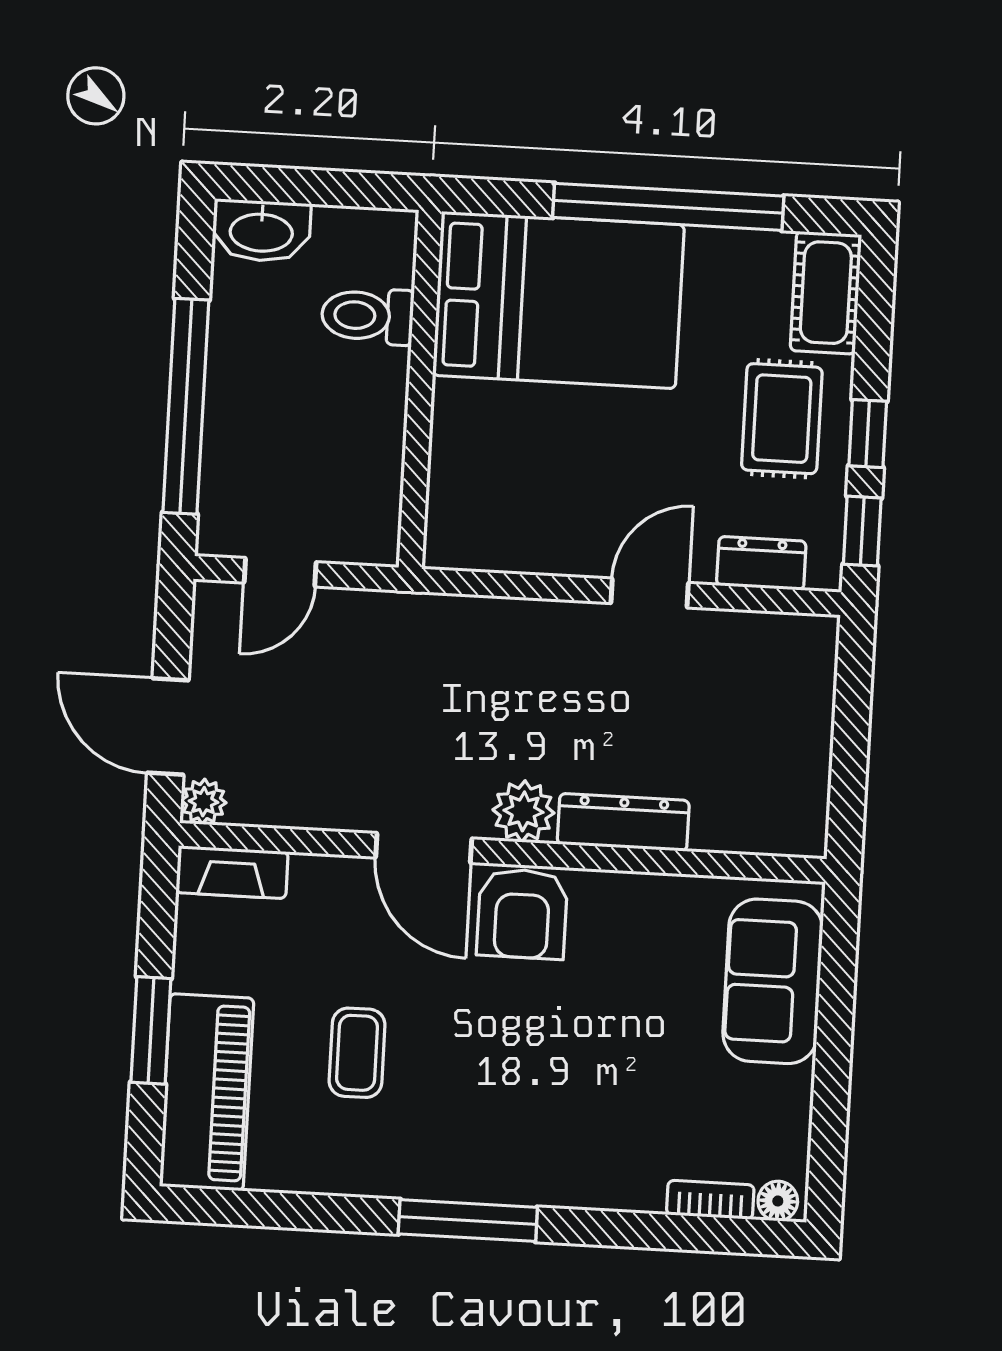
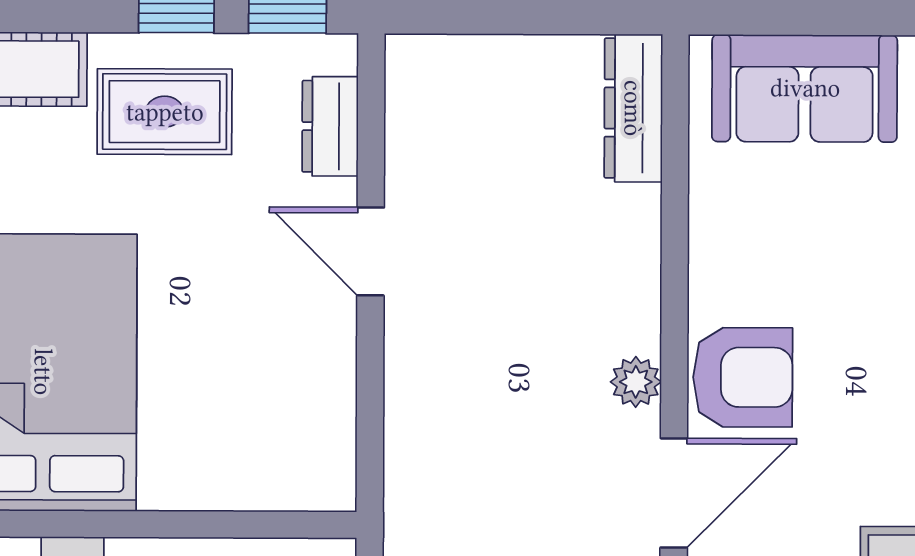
plant: (523, 811) -> (636, 382), width x0.73, depth x0.73
dresser: (623, 822) -> (633, 108), moved

